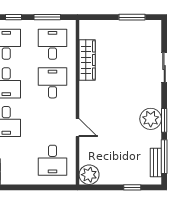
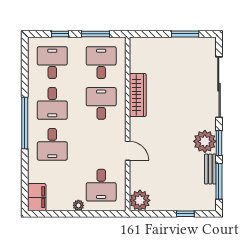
wardrobe: (87, 60) -> (138, 95), moved
sliding door: (164, 68) -> (219, 87), width x1.86
bench: (156, 163) -> (210, 169), moved
plant: (31, 179) -> (78, 205), added

